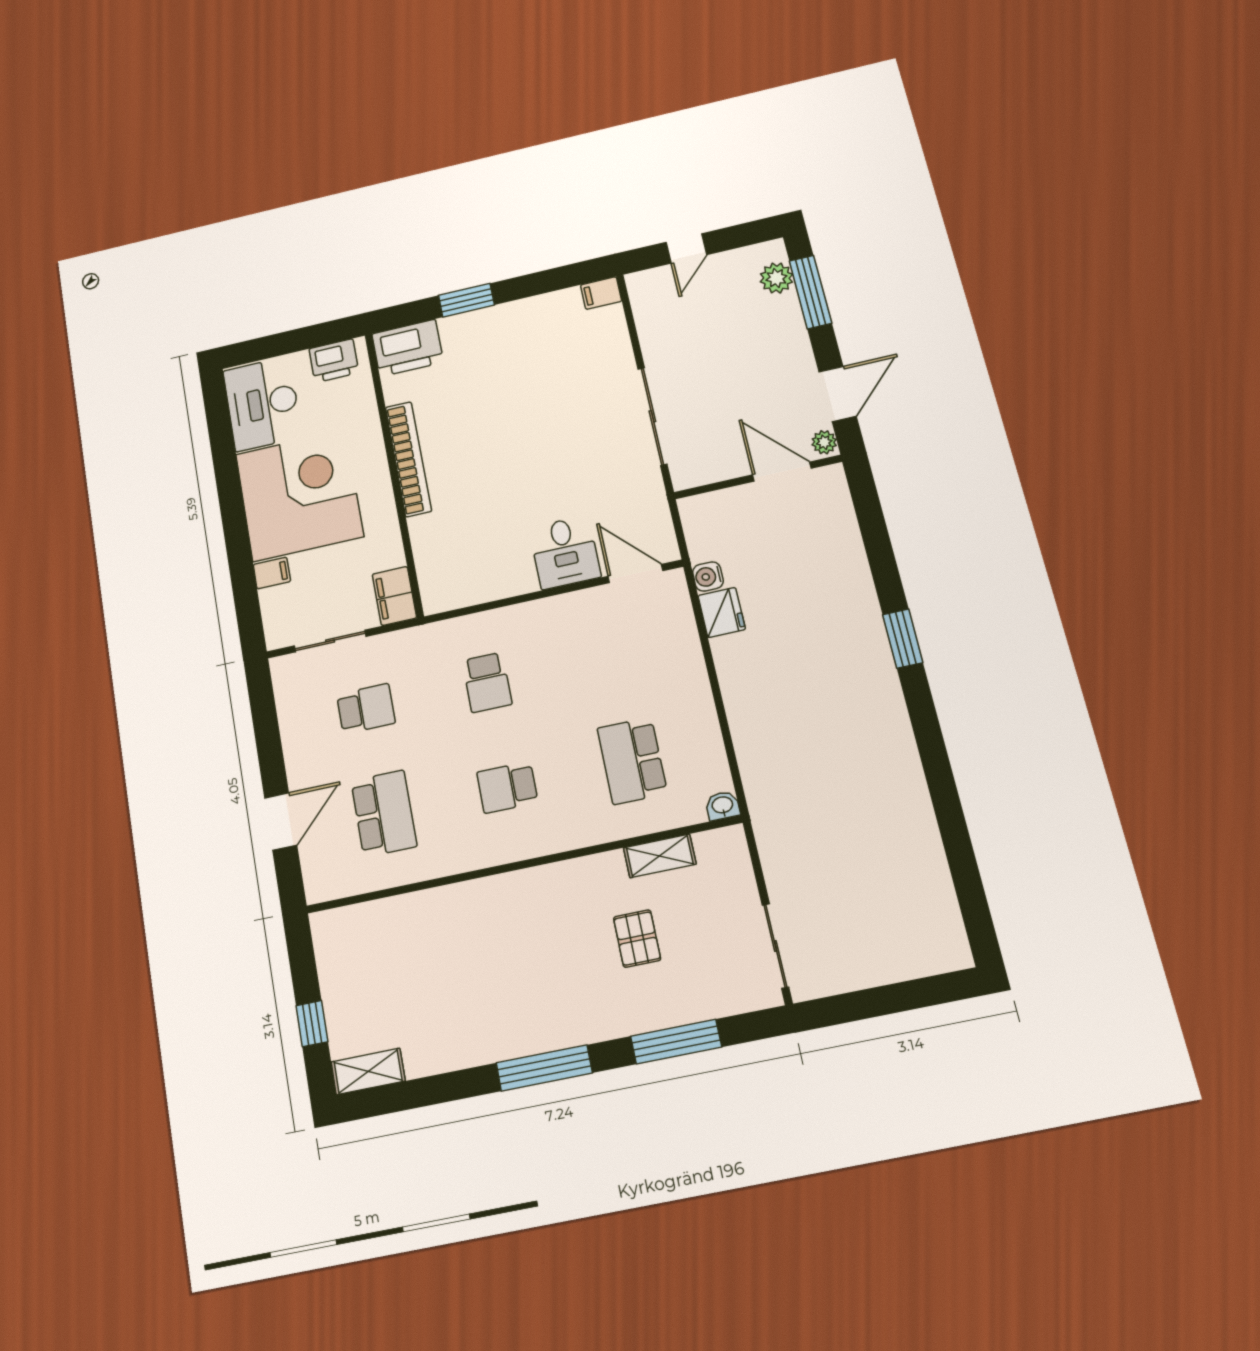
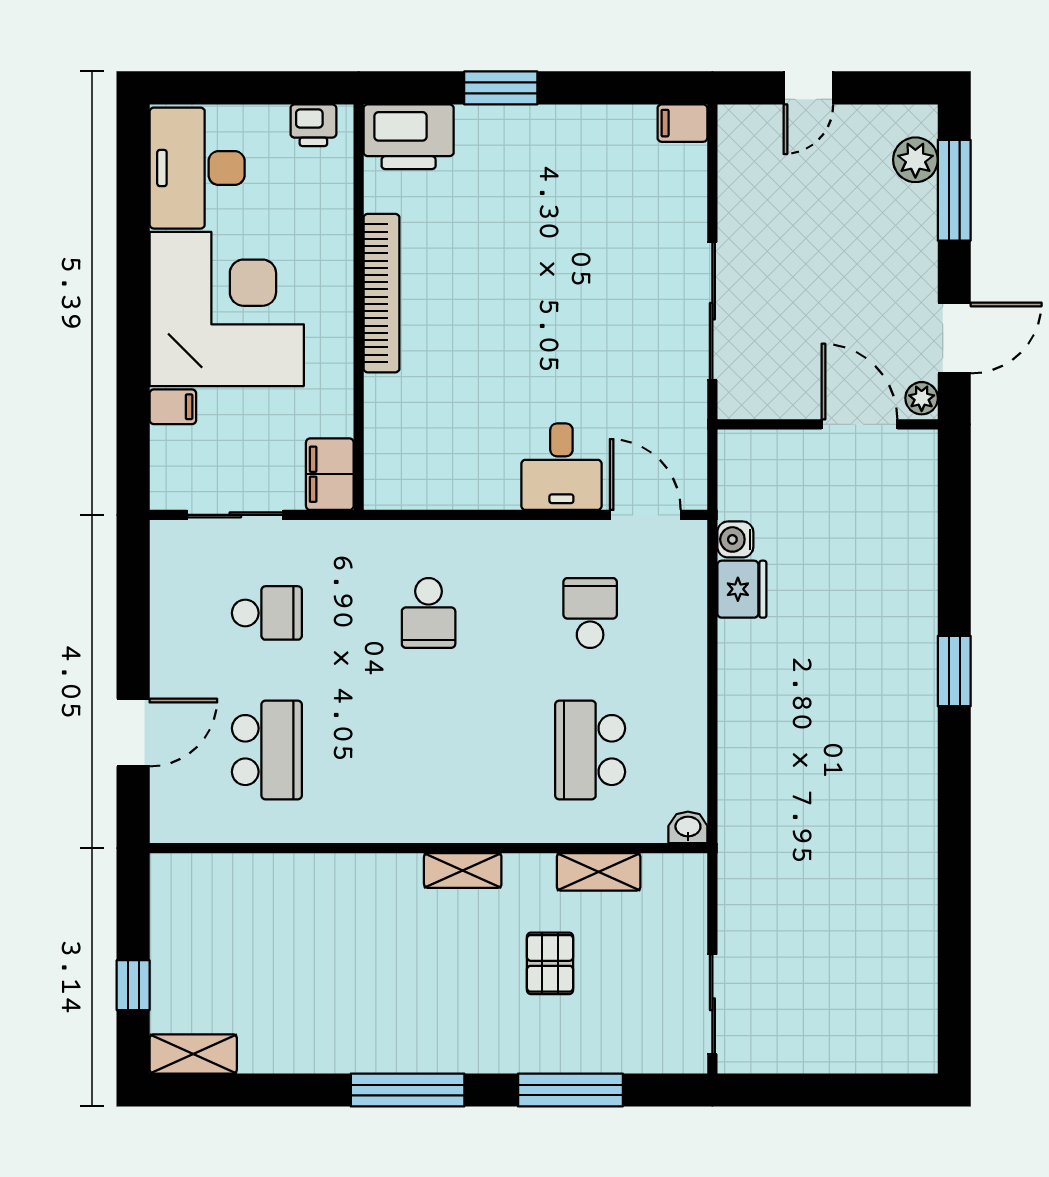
printer: (334, 361) -> (313, 125), width x0.73, depth x0.81
school desk: (507, 787) -> (590, 613), moved, turned 90
shelving: (553, 877) -> (463, 870), added

